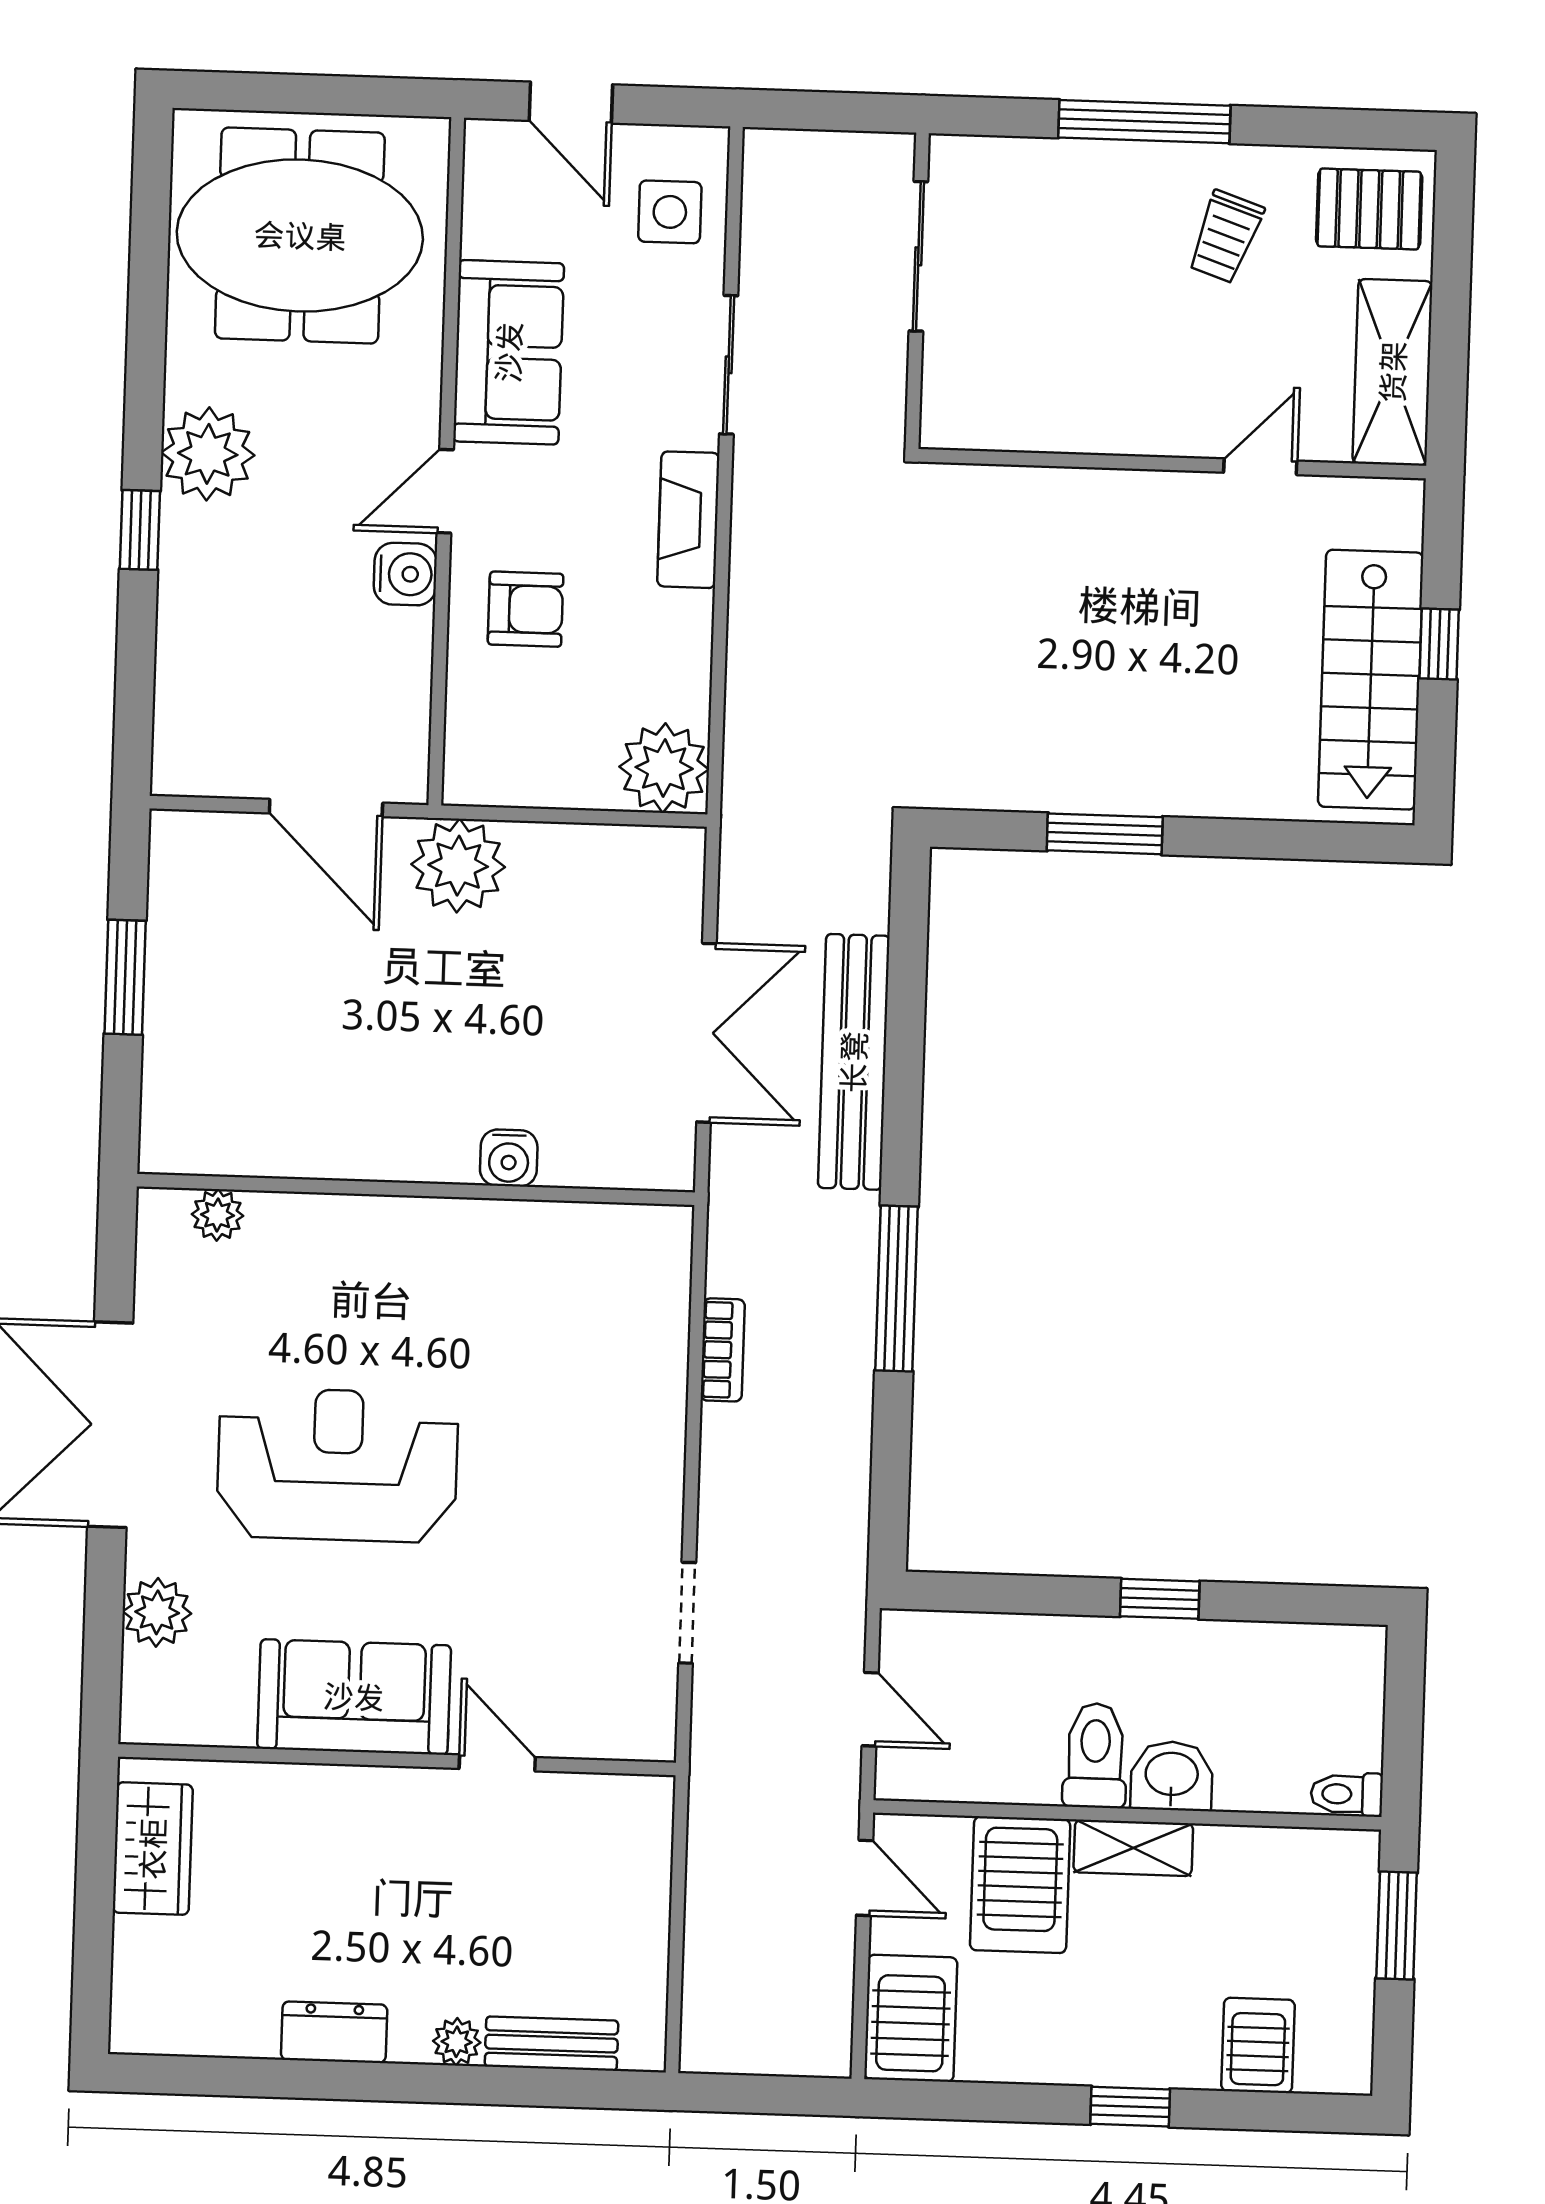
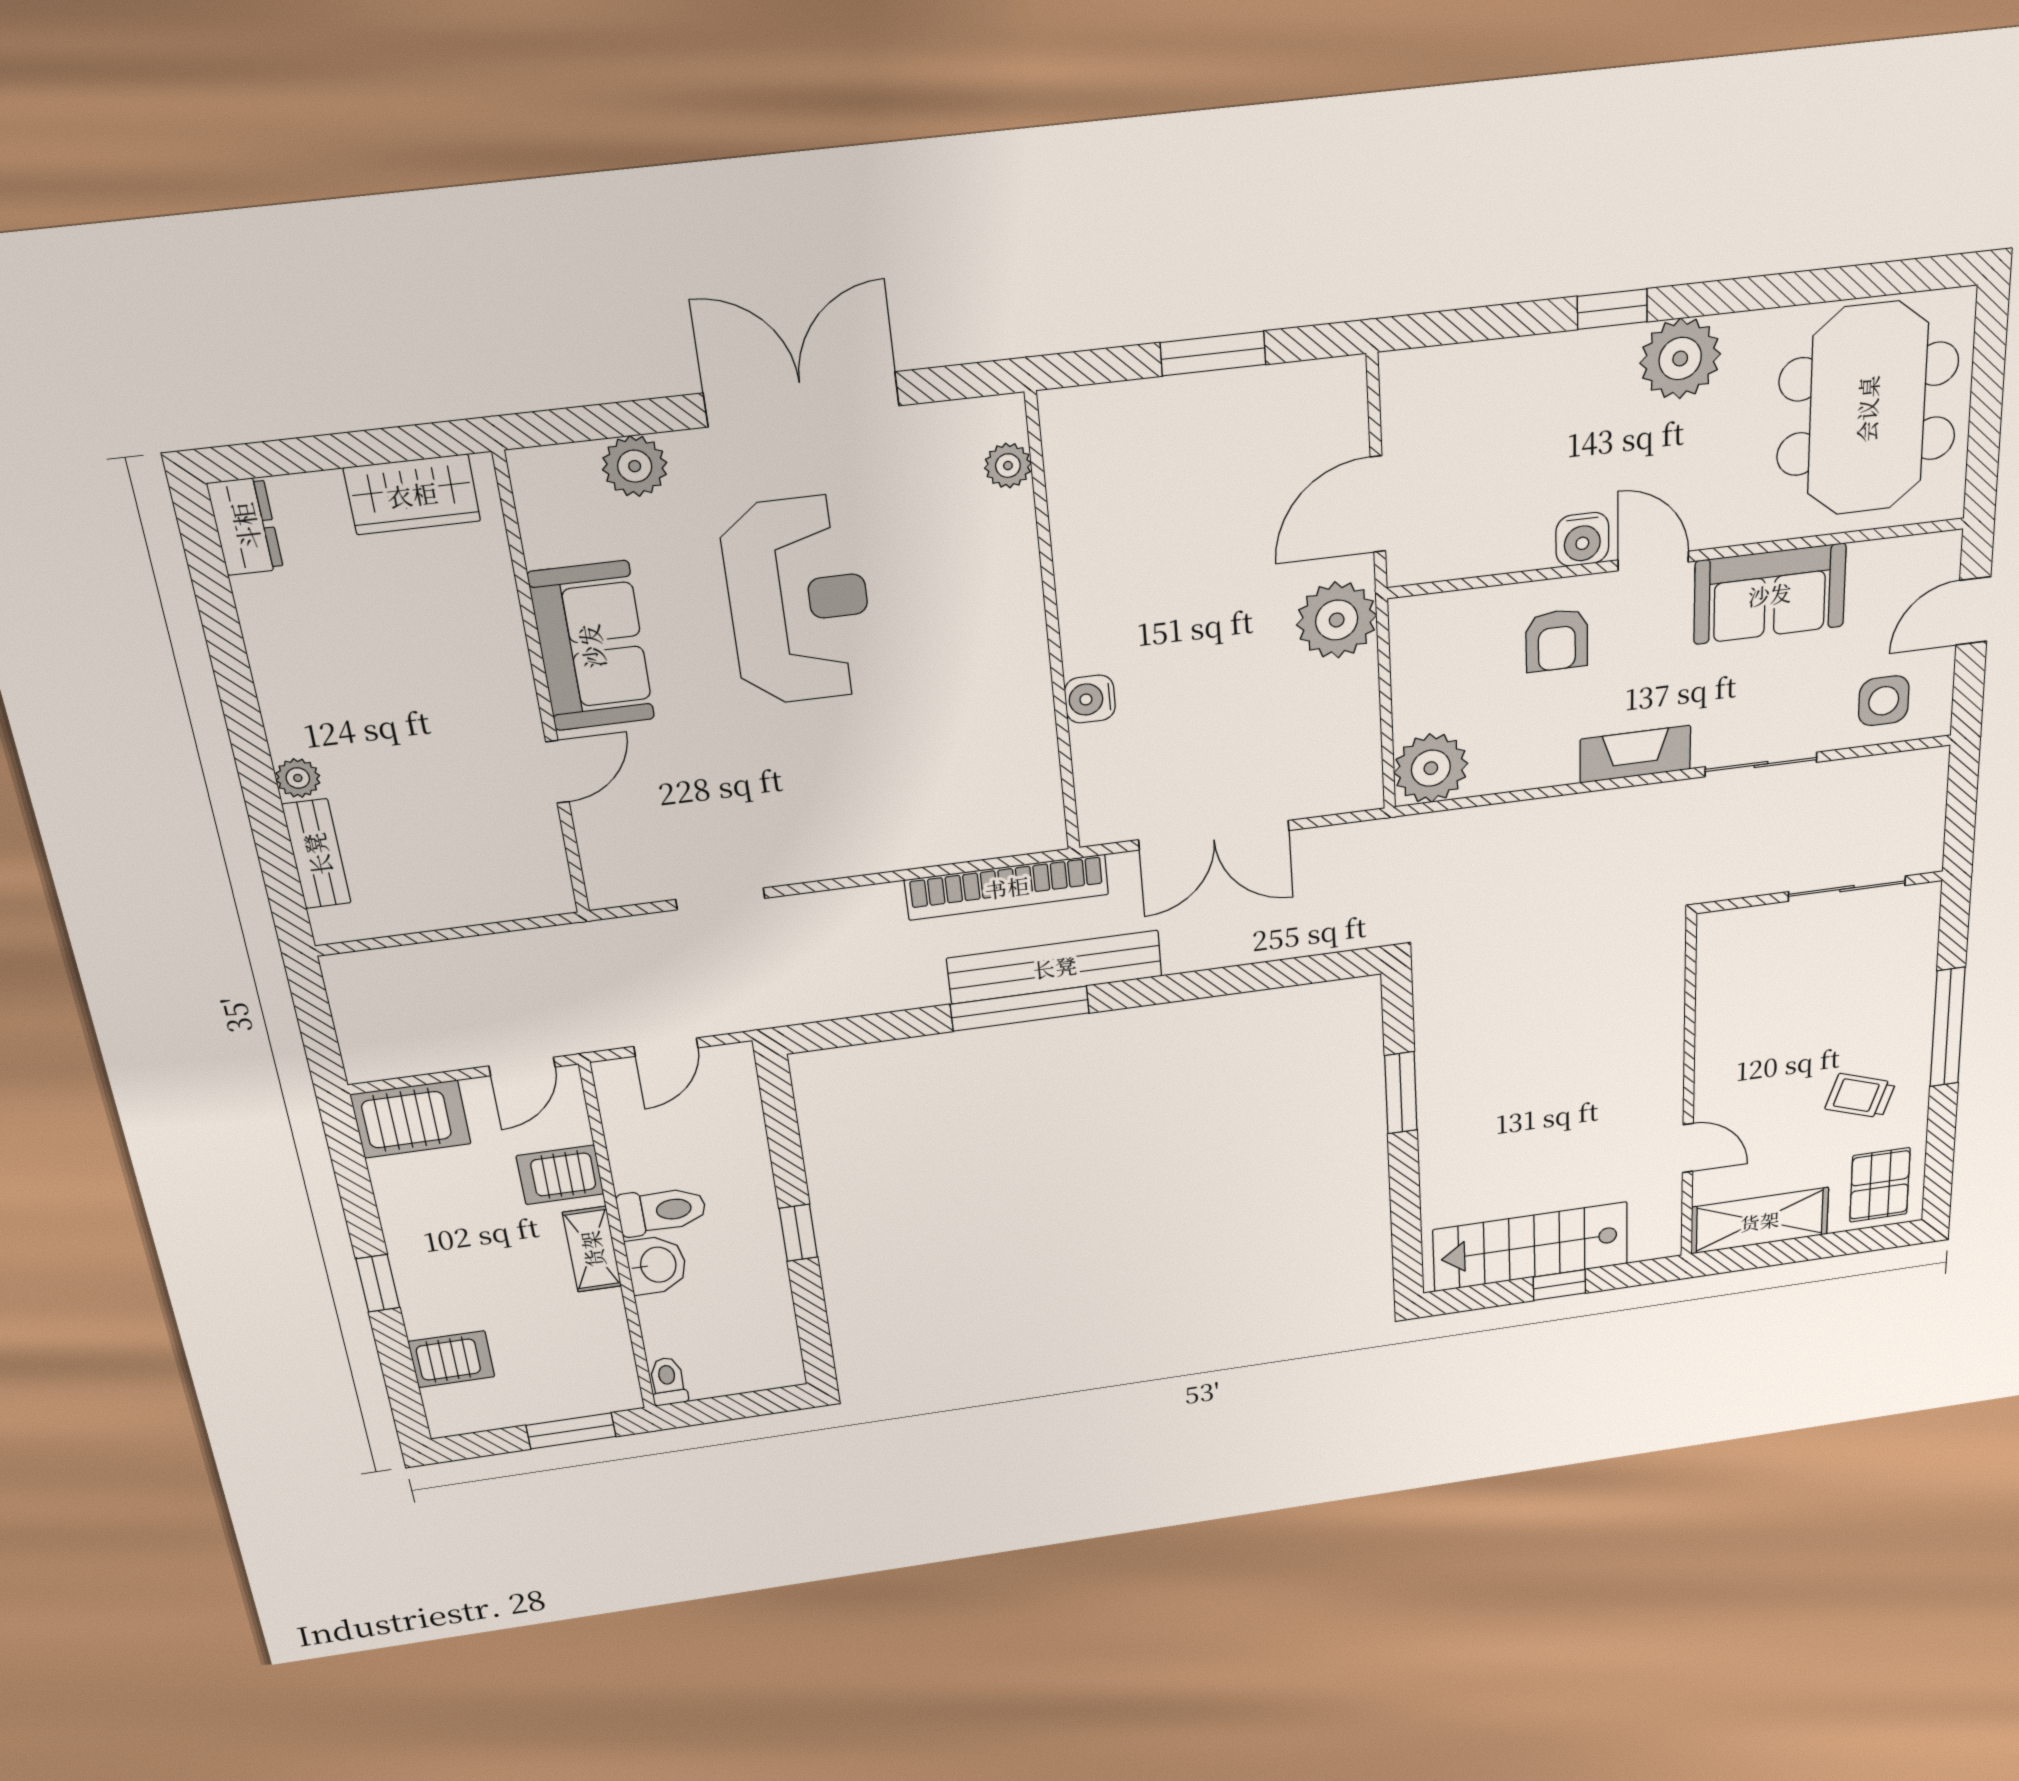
bench: (854, 1062) -> (1055, 967), moved
bookcase: (723, 1350) -> (1007, 887), width x2.31, depth x1.31
server rack: (1020, 1885) -> (560, 1175), width x0.73, depth x0.70
dresser: (334, 2032) -> (245, 526), moved

